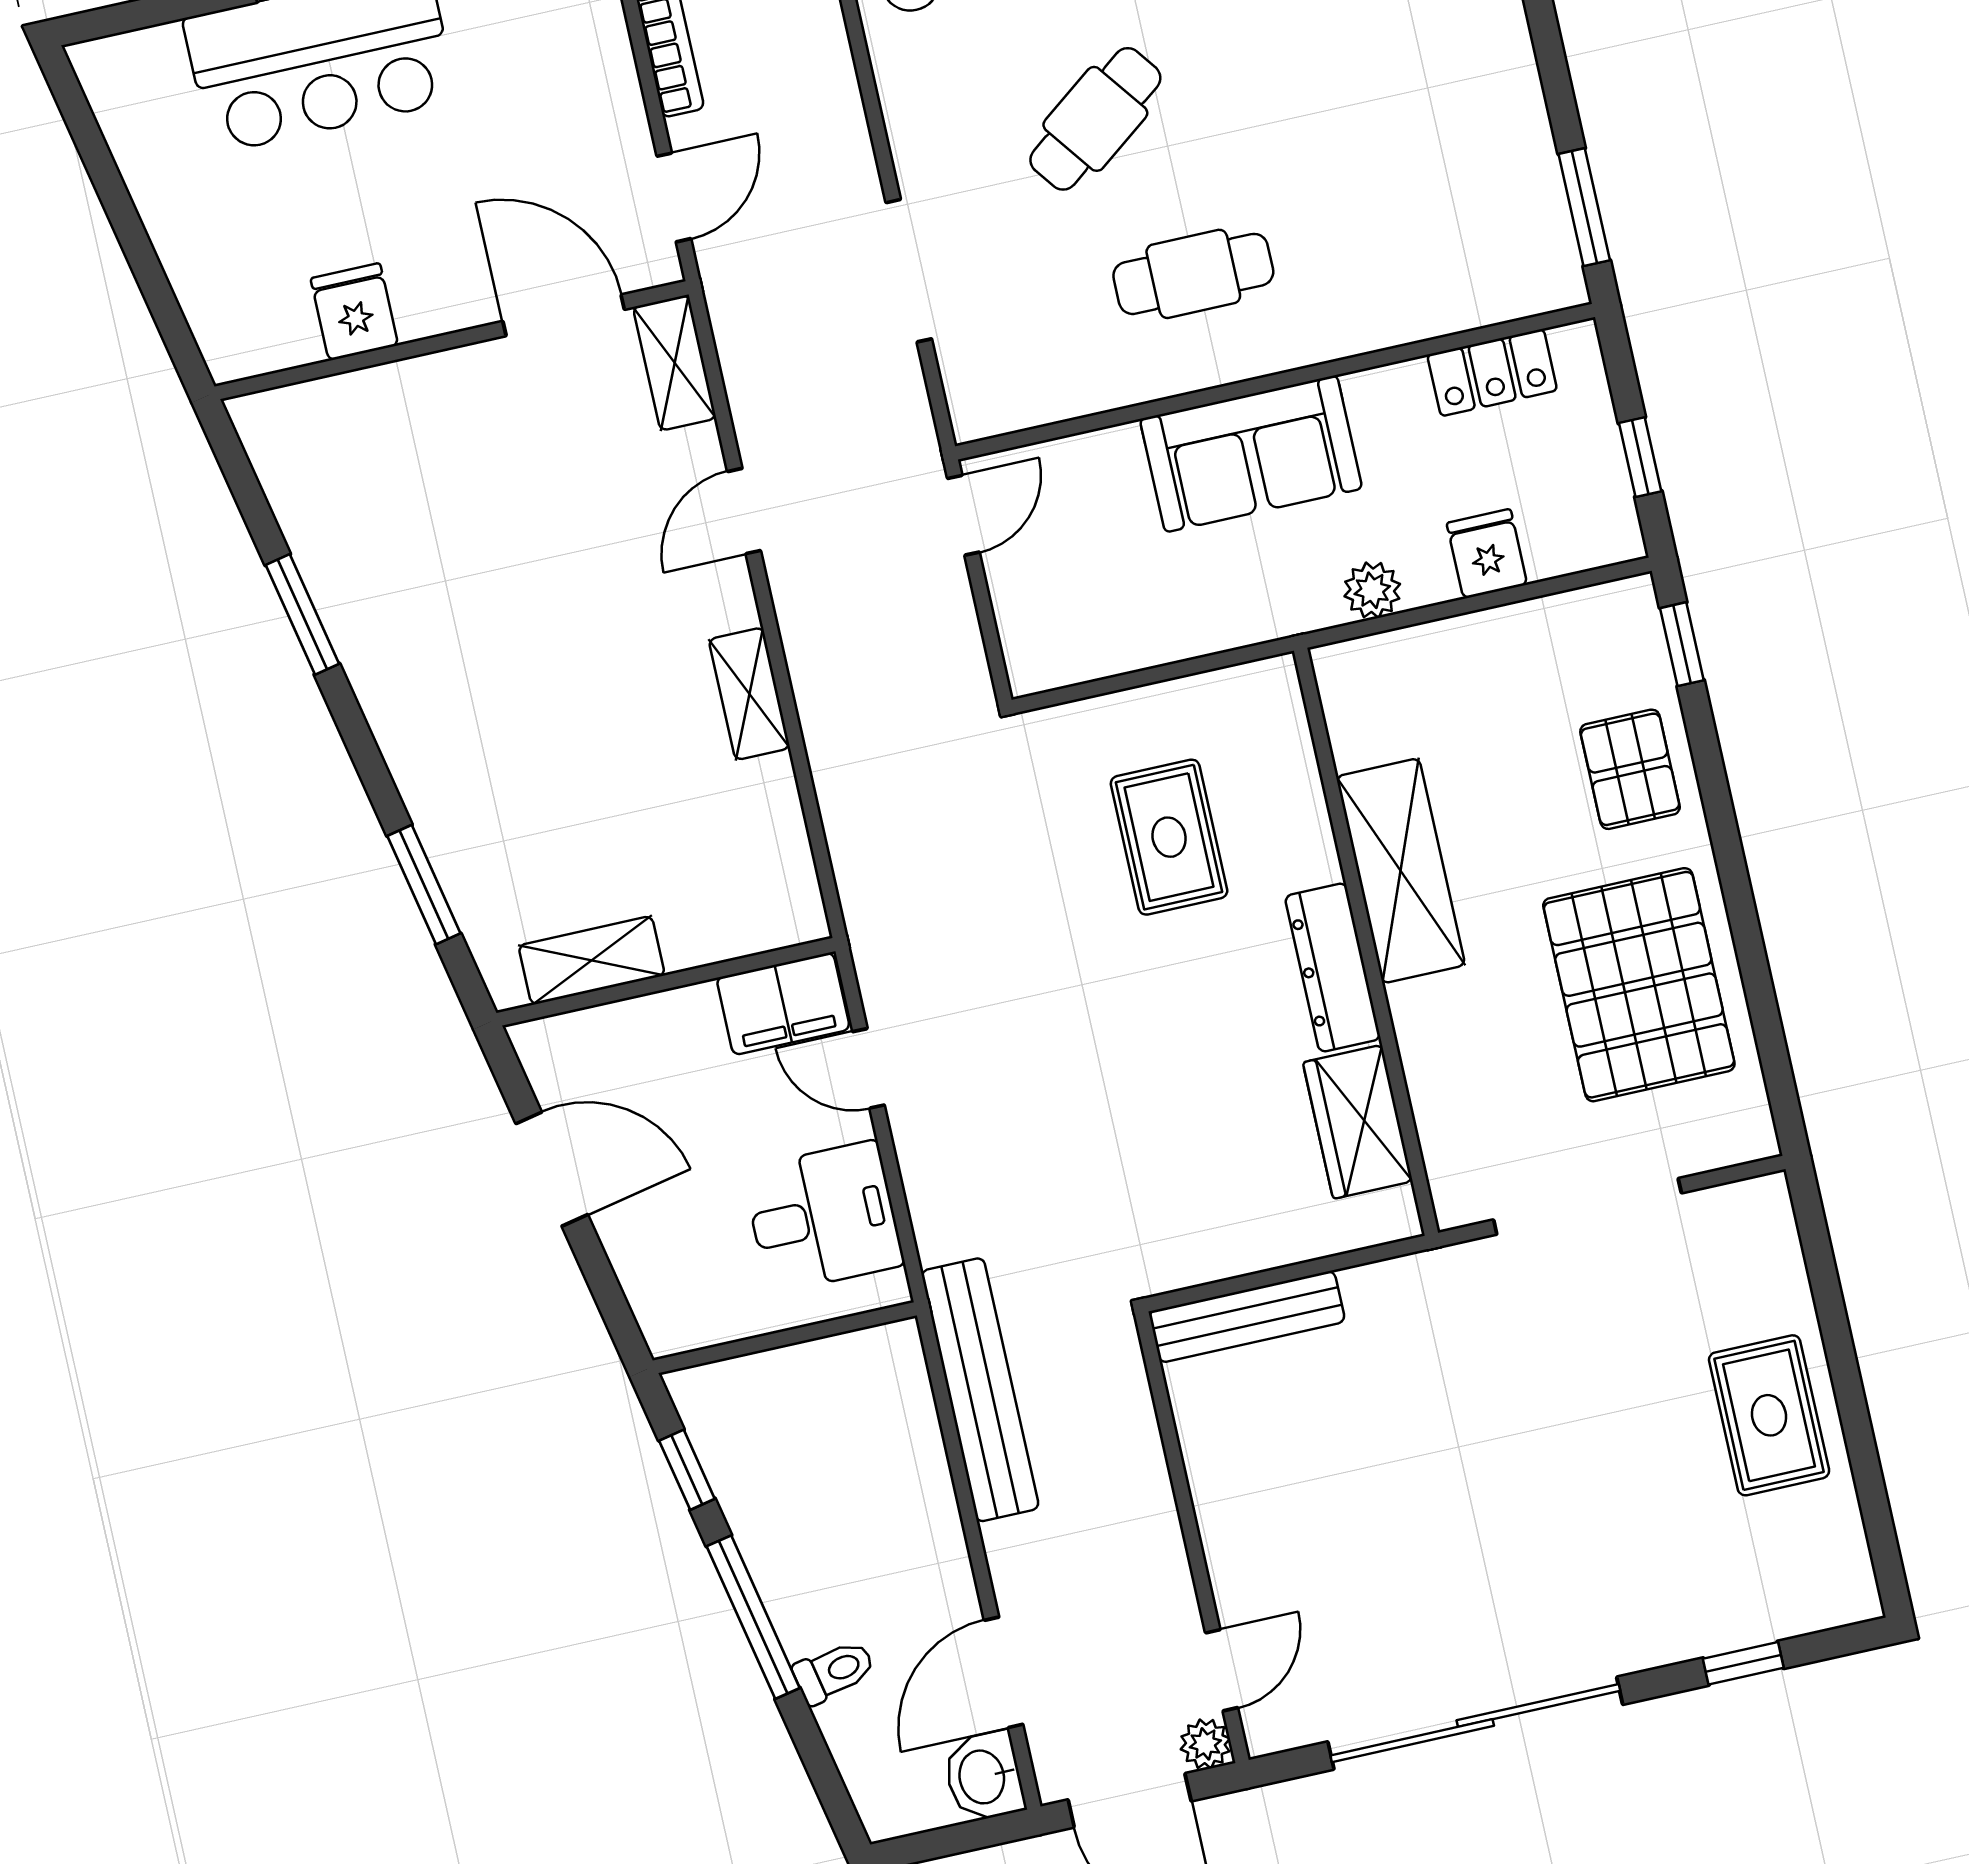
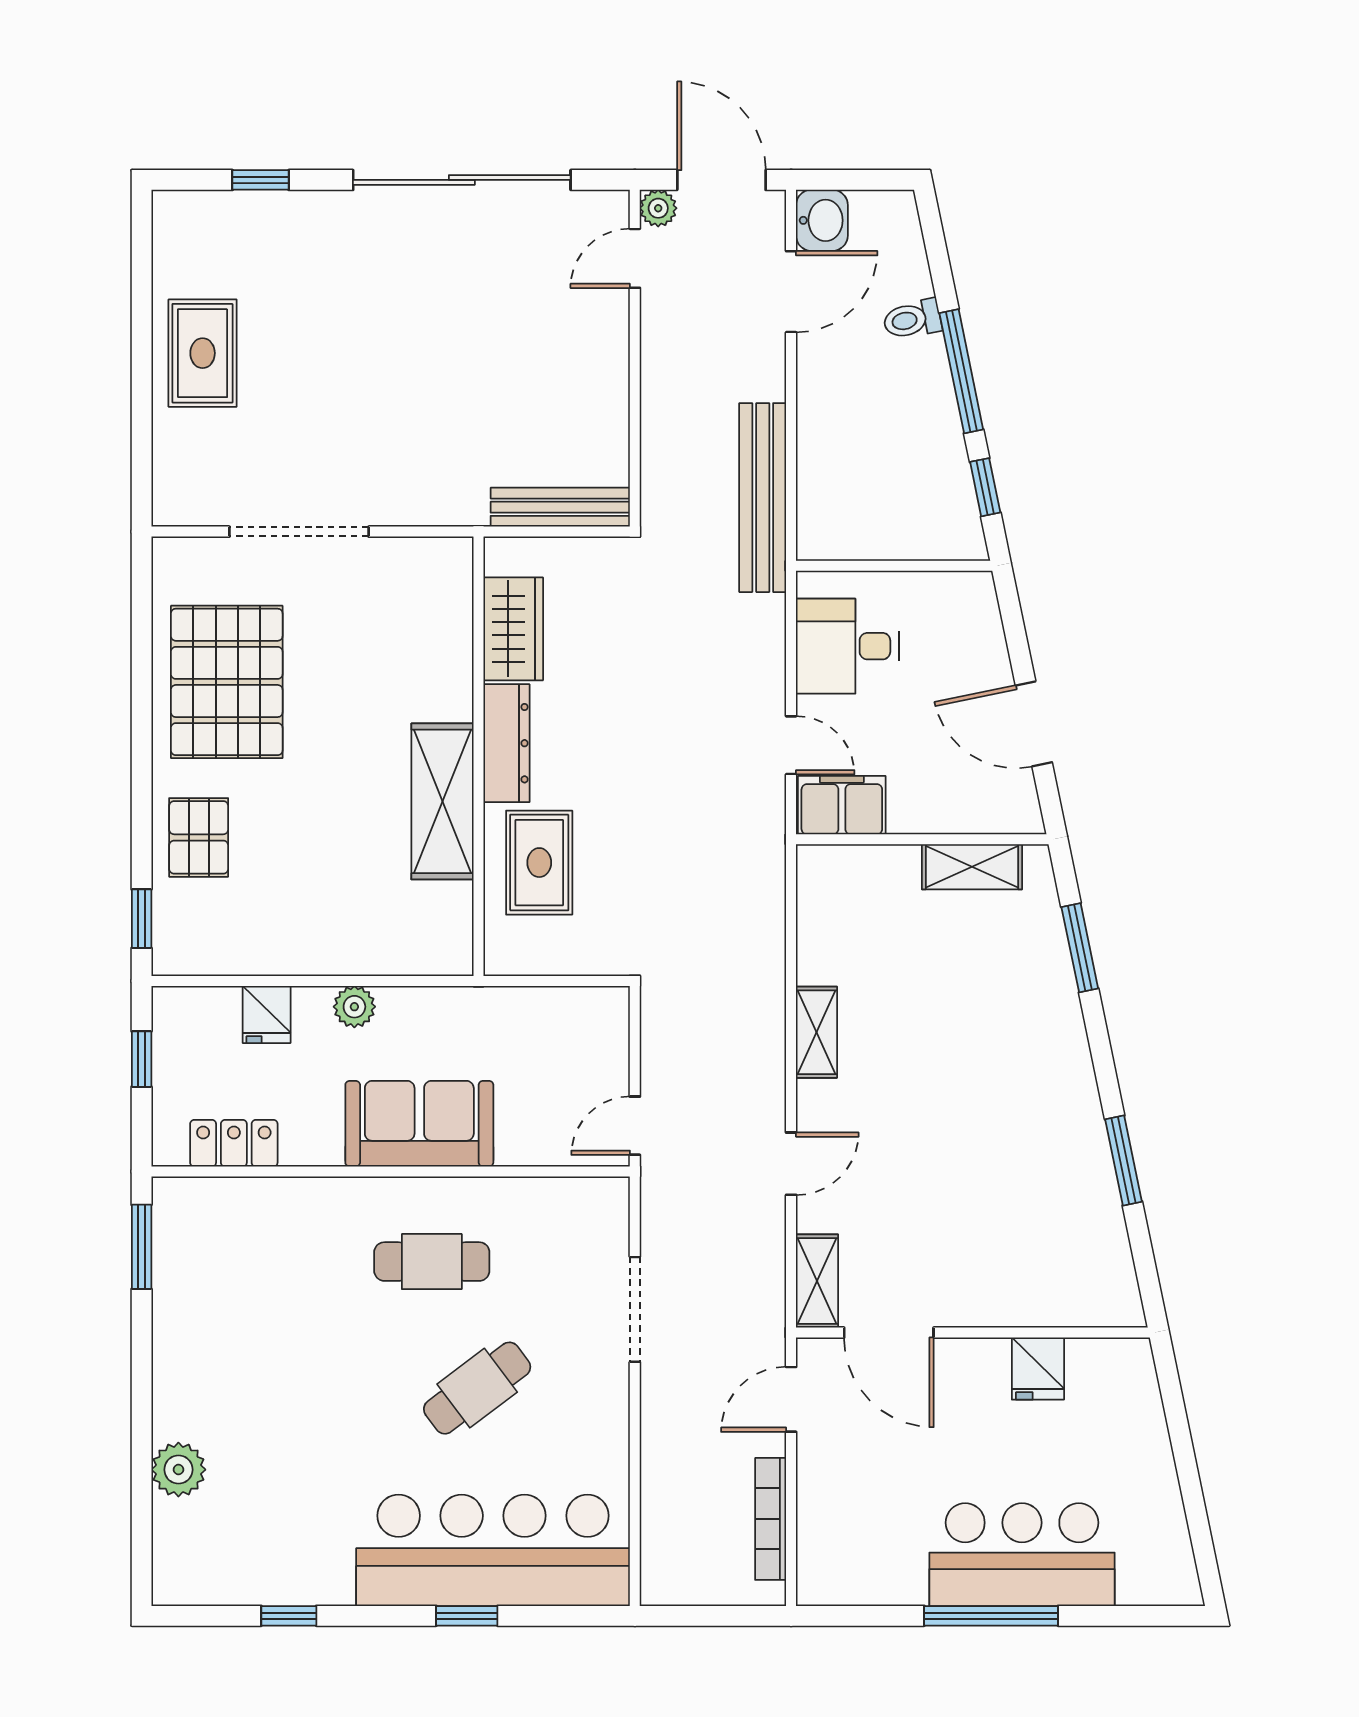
shelving: (1401, 871) -> (442, 801), moved
wall: (1366, 942) -> (479, 756), moved
dresser: (1333, 968) -> (507, 743), moved
wardrobe: (1358, 1122) -> (513, 629), moved

